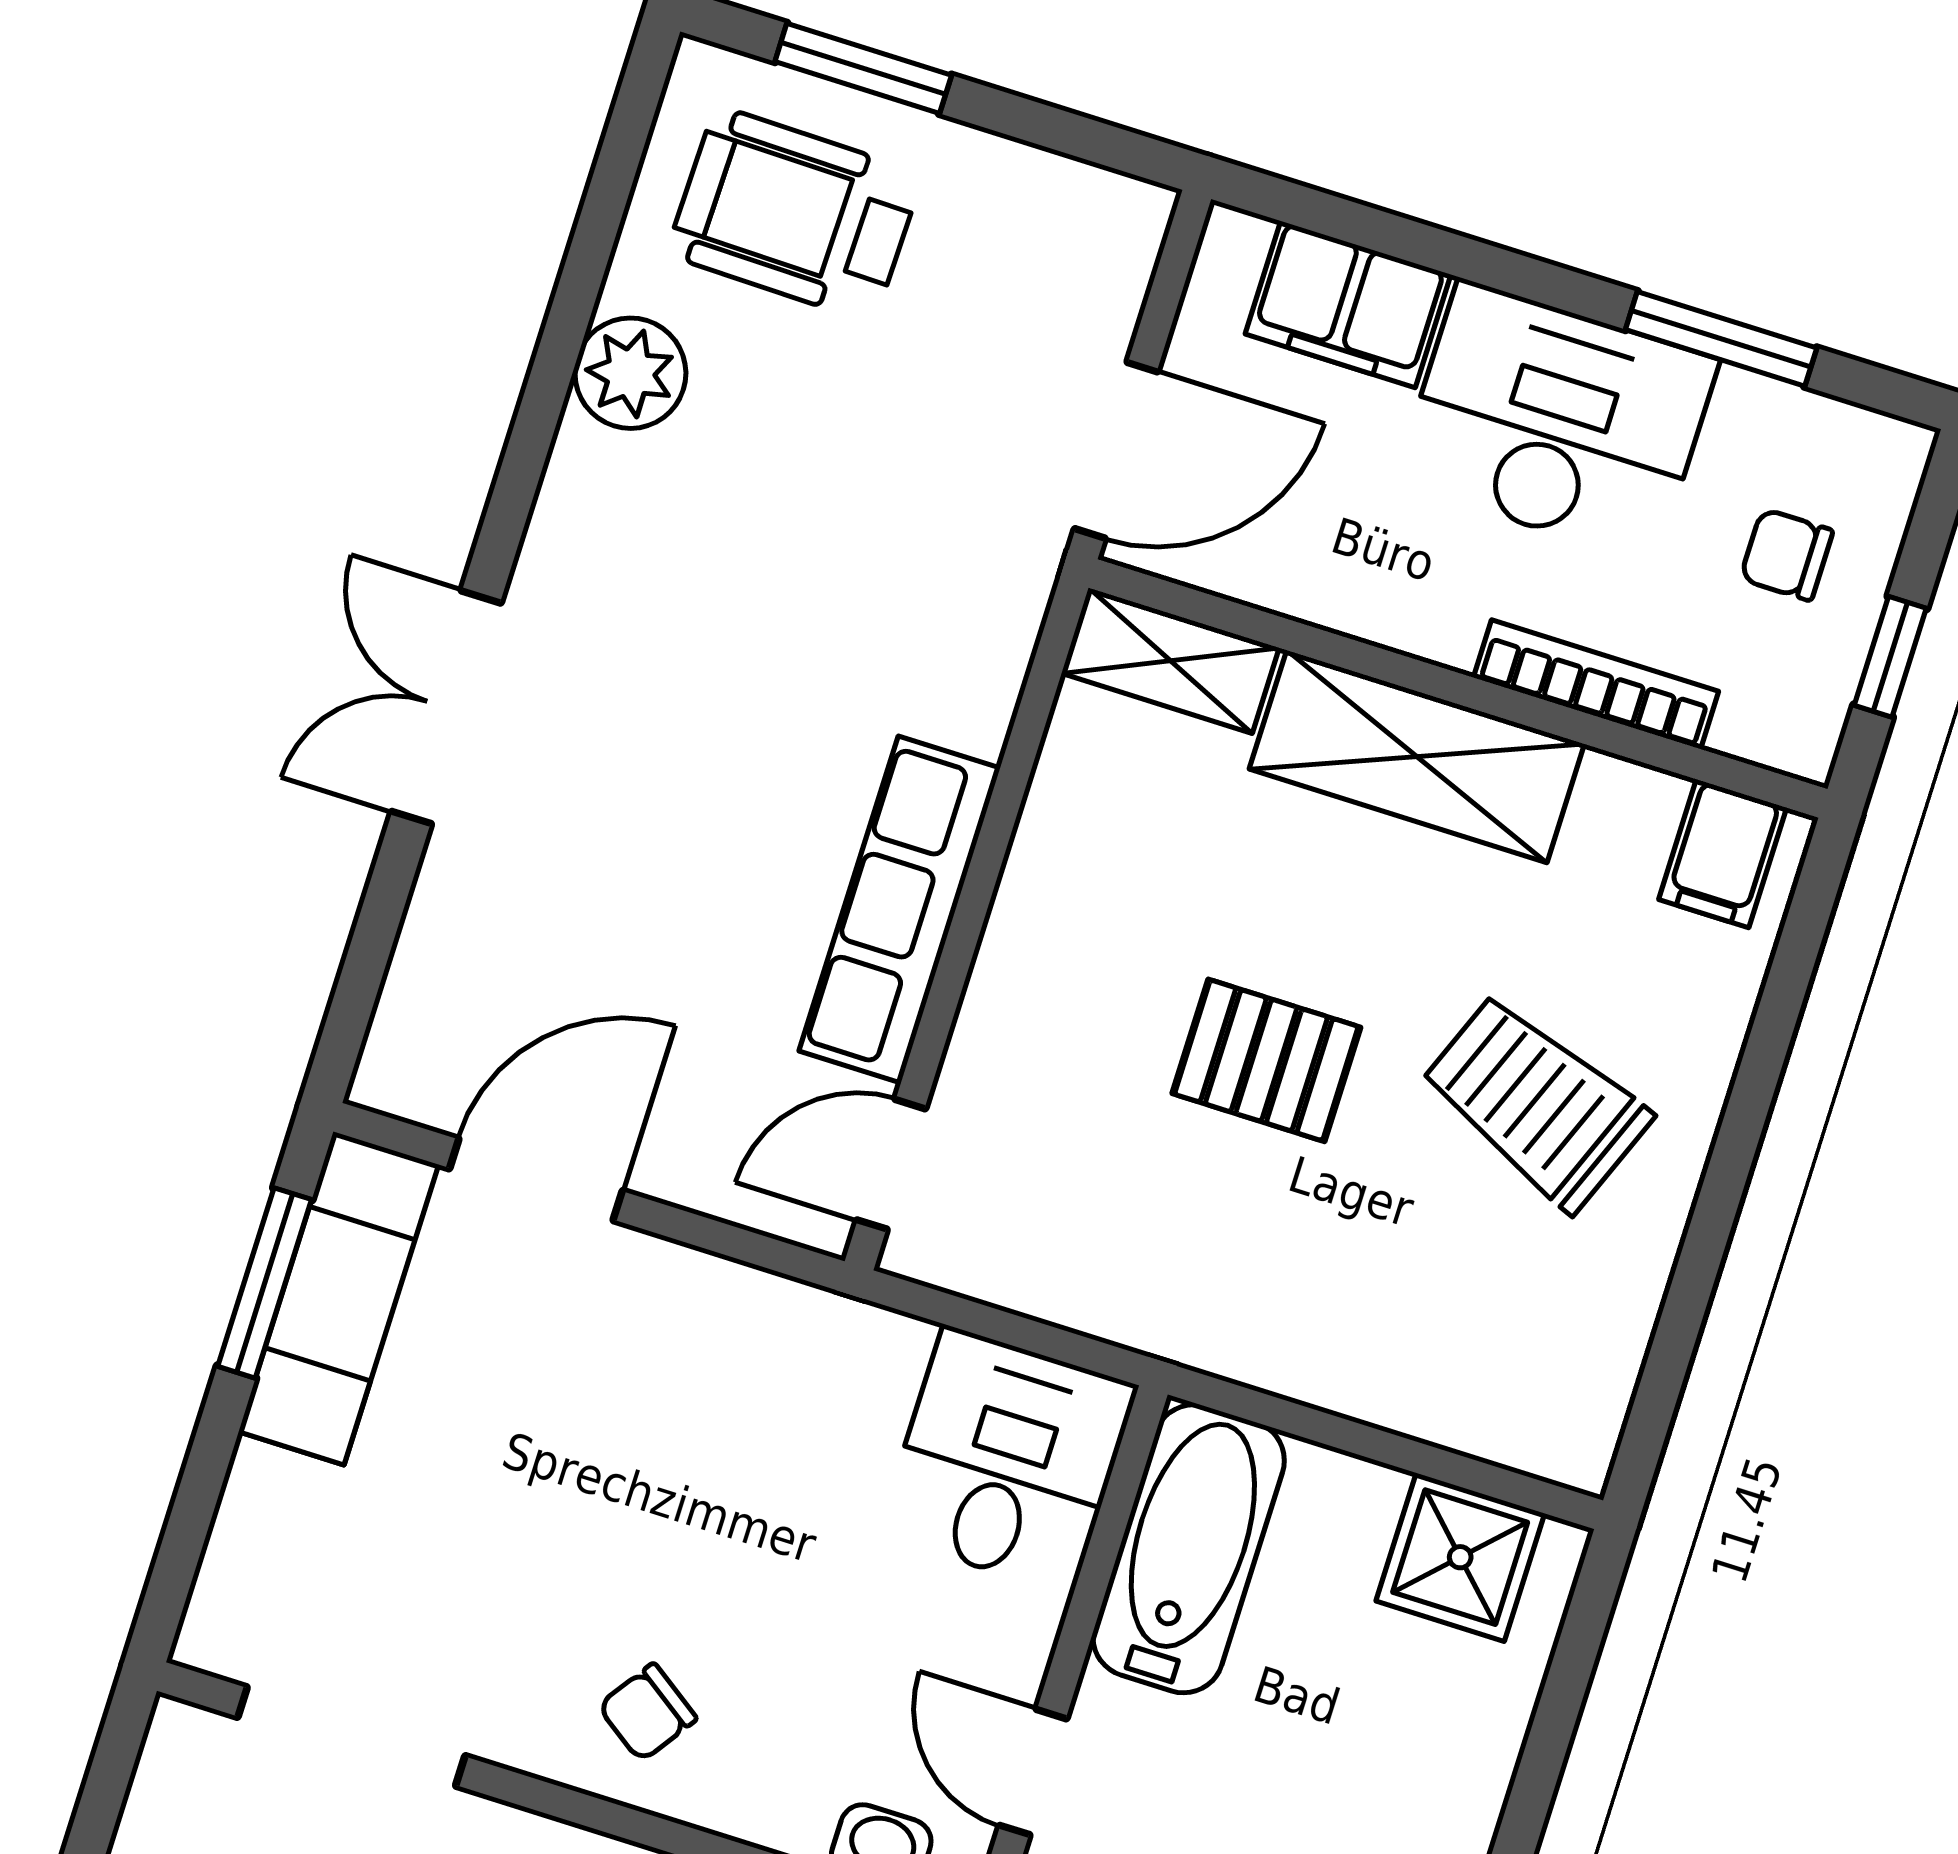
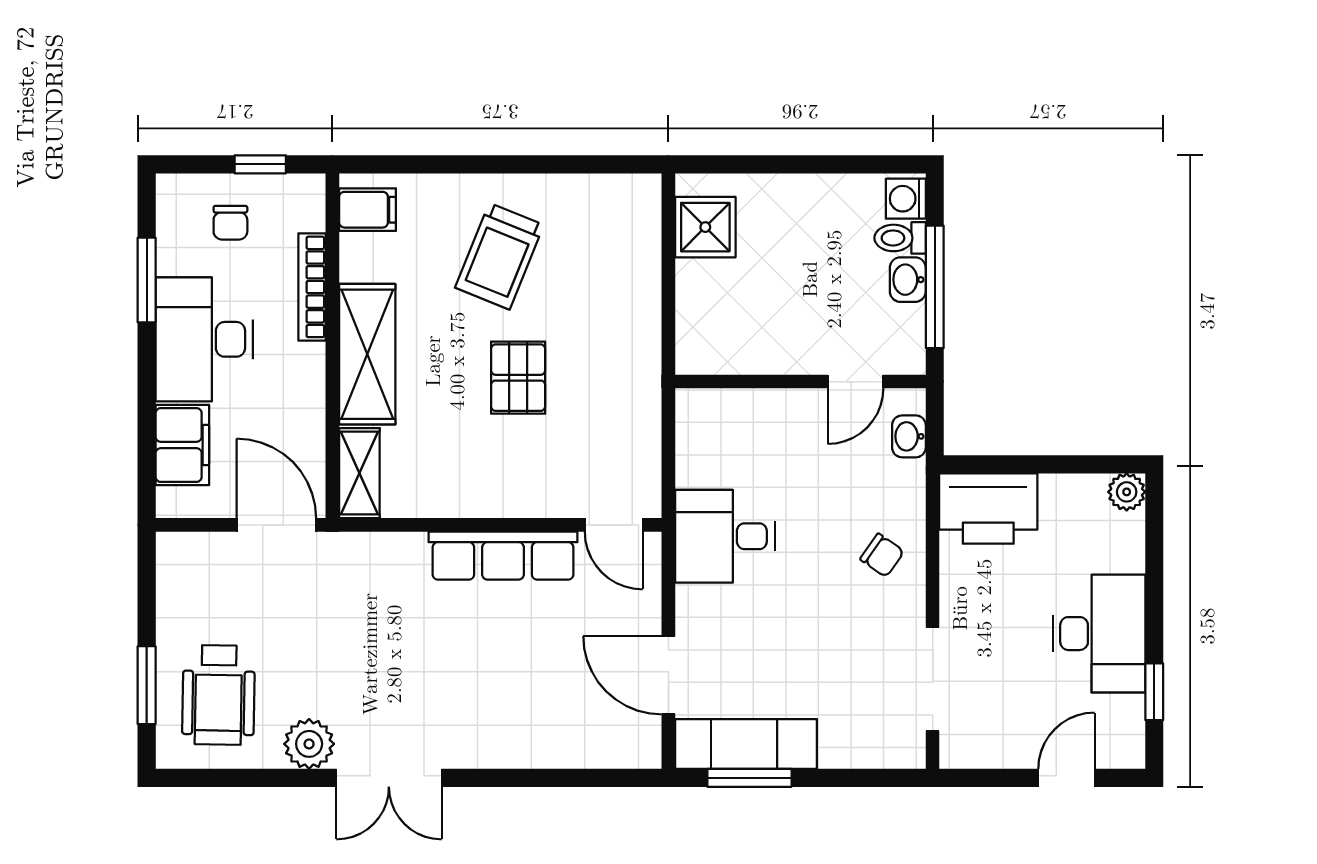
double door: (446, 707) -> (389, 778), moved
desk: (1008, 1460) -> (725, 536), moved
bathtub: (1189, 1549) -> (738, 345), removed

